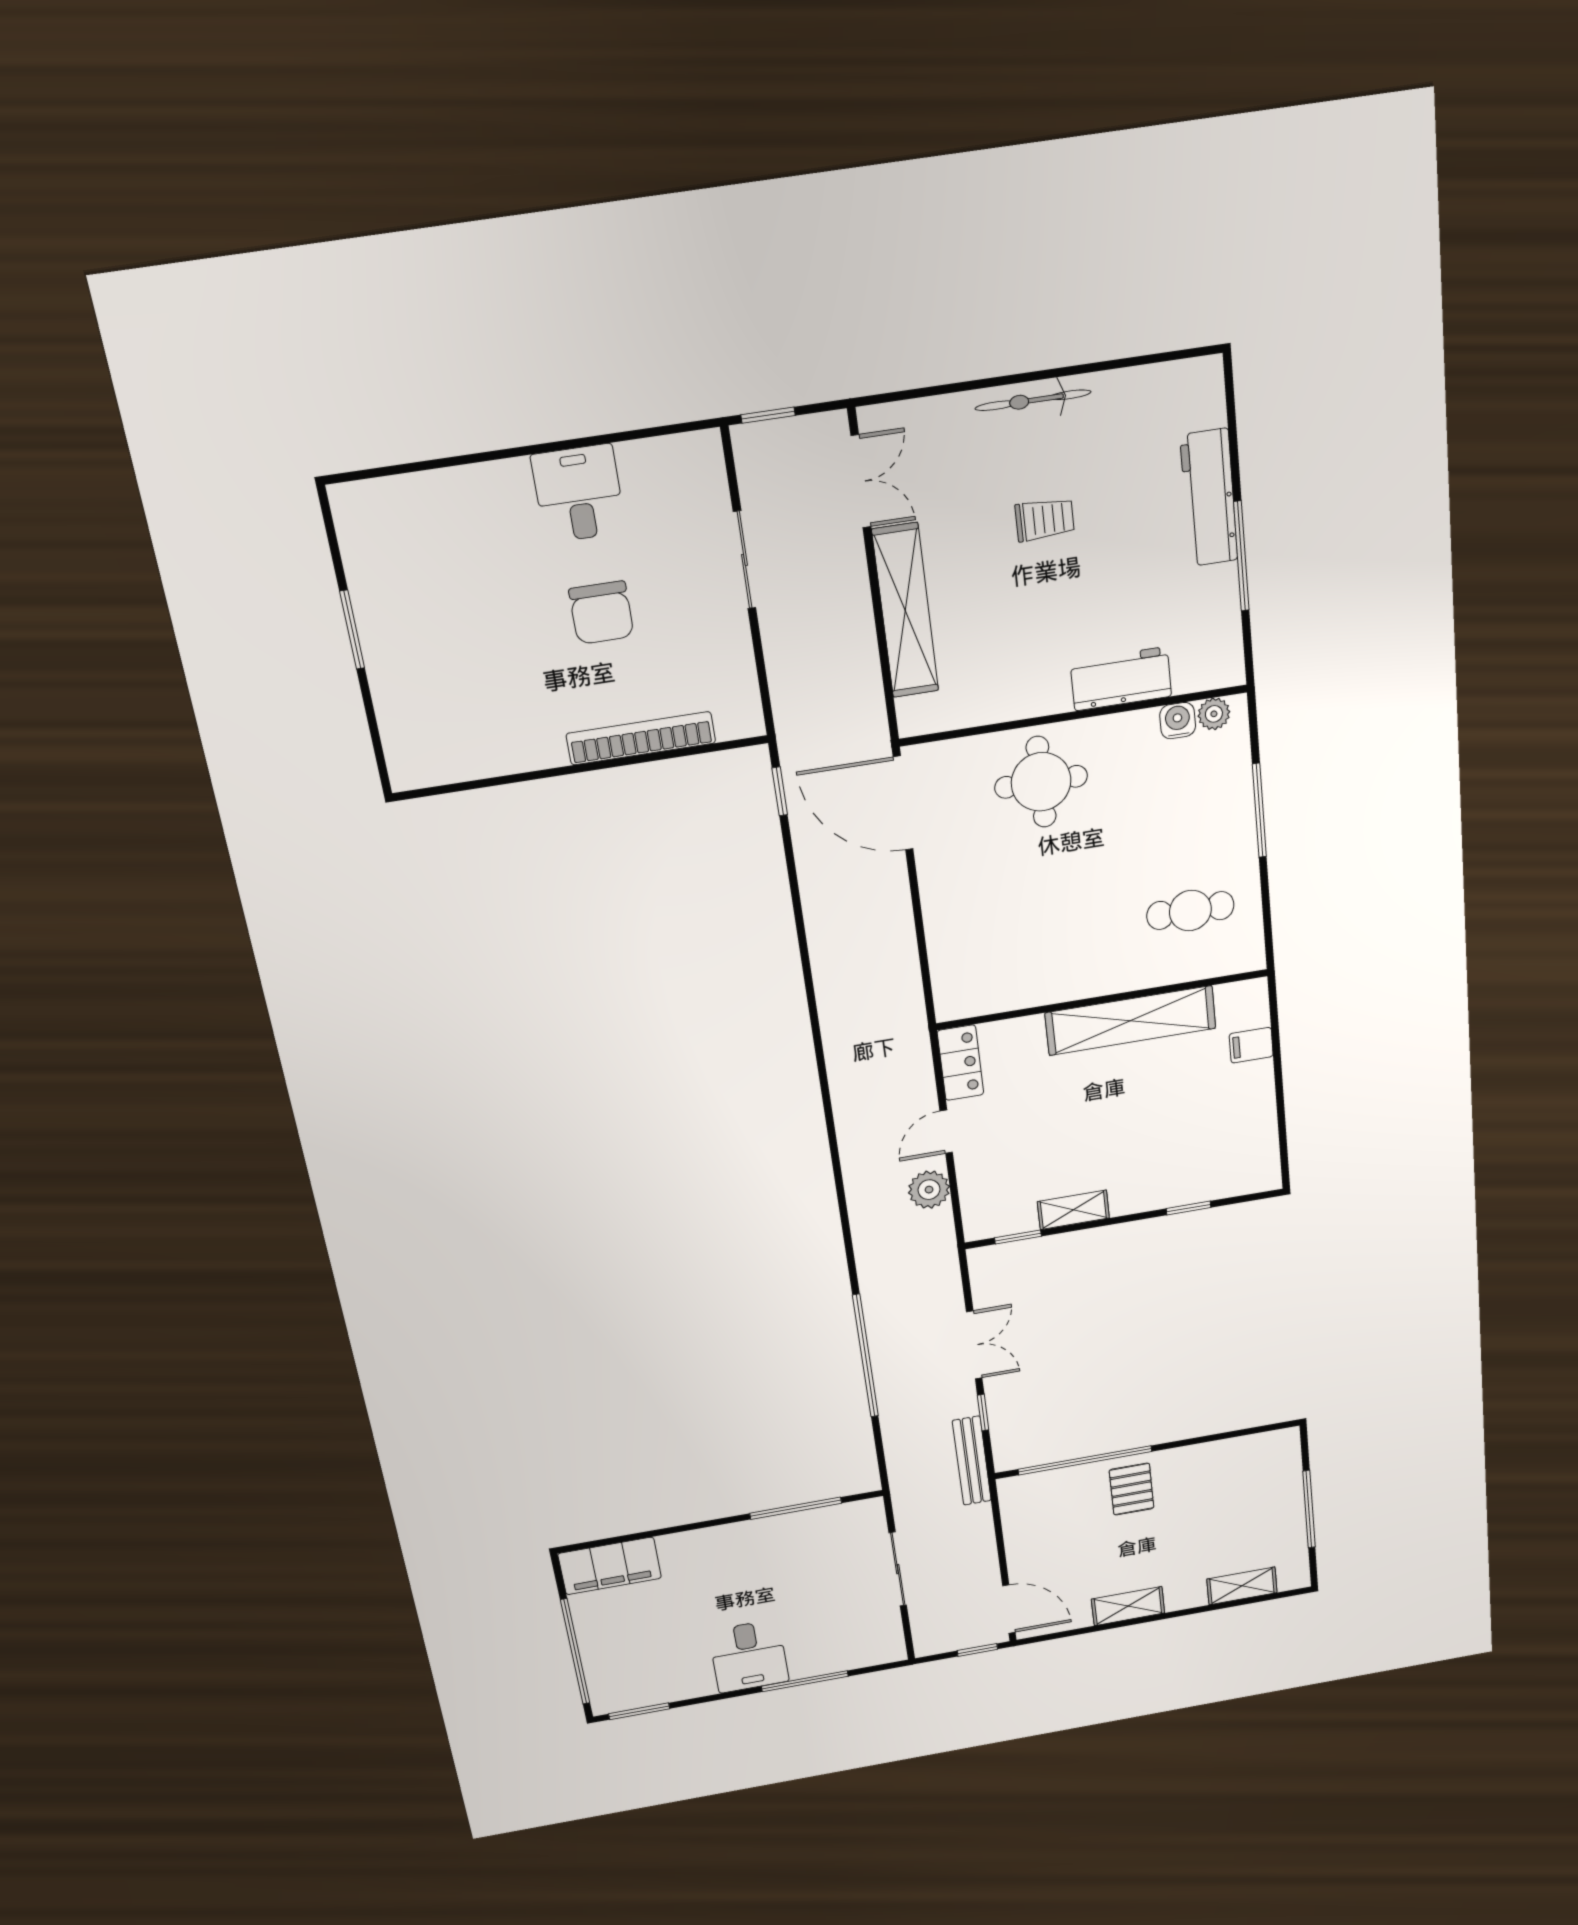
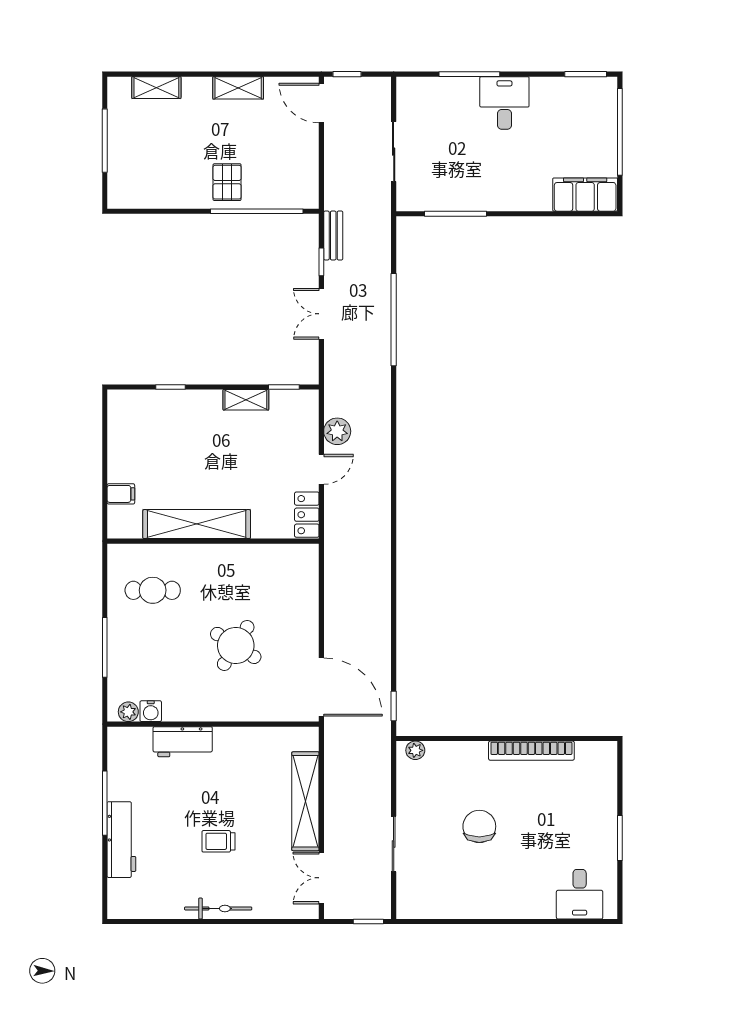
desk: (579, 494) -> (580, 894), moved
plant: (732, 725) -> (415, 750), added
bookcase: (641, 738) -> (531, 751), moved
round table: (1041, 782) -> (236, 645), moved, turned 32
bench: (972, 1461) -> (333, 236), width x0.73

